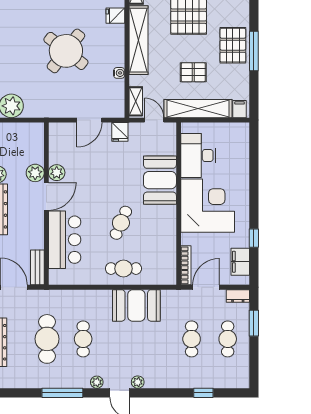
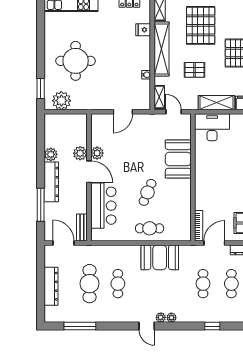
round table: (66, 51) -> (76, 61), moved, turned -38
pallet: (193, 72) -> (195, 70), moved
shelving: (198, 109) -> (217, 103), width x0.68
fridge: (120, 132) -> (147, 121), removed
desk: (198, 155) -> (212, 127), moved, turned 90
door: (46, 196) -> (89, 172), hinge flipped
corner desk: (208, 206) -> (216, 179), removed
plant: (97, 382) -> (171, 318), moved
window: (62, 393) -> (80, 326), moved

